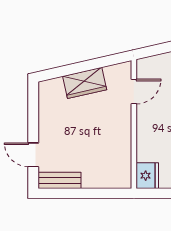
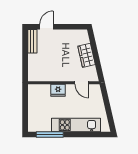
fridge: (147, 176) -> (58, 90), moved

